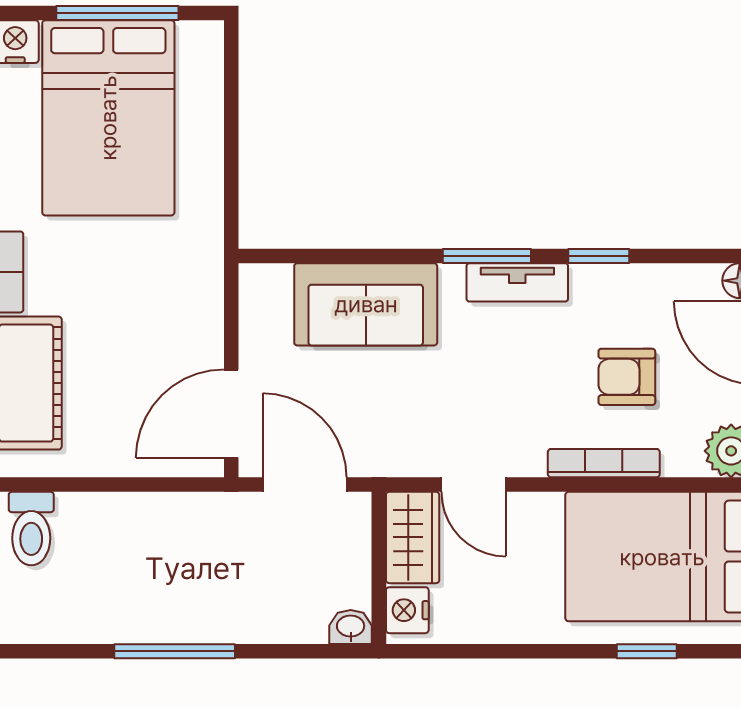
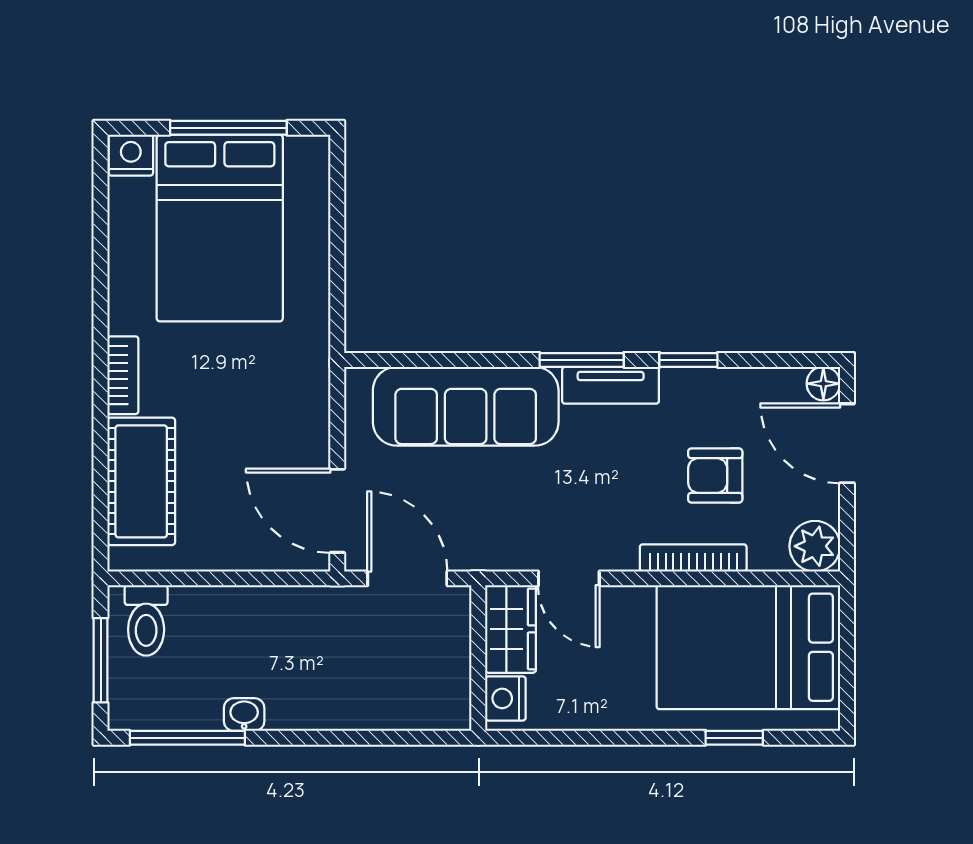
sofa: (366, 304) -> (466, 406), width x1.36
door: (231, 414) -> (337, 511), hinge flipped
washbasin: (351, 627) -> (244, 715), moved
window: (175, 651) -> (187, 738), moved

